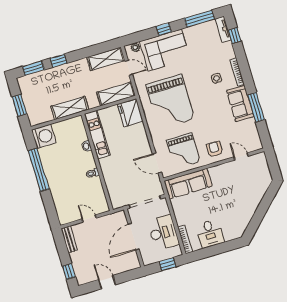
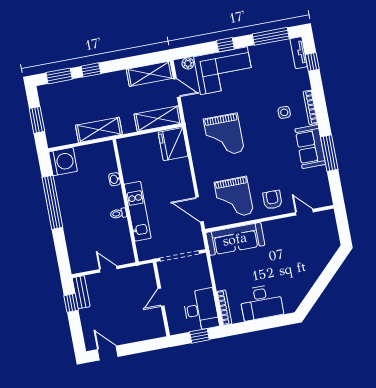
grand piano: (170, 102) -> (224, 135), width x0.73, depth x0.68
kitchen unit: (97, 135) -> (138, 211), moved
desk: (163, 233) -> (201, 310), moved
desk: (210, 234) -> (261, 302), width x1.37
door: (134, 237) -> (161, 297), width x0.53
window: (69, 271) -> (71, 303), moved
door: (107, 282) -> (108, 353), moved

